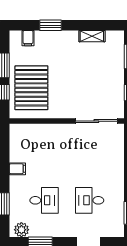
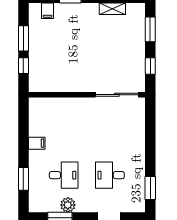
pallet: (31, 88) -> (51, 61), removed
plant: (21, 230) -> (68, 205), moved

